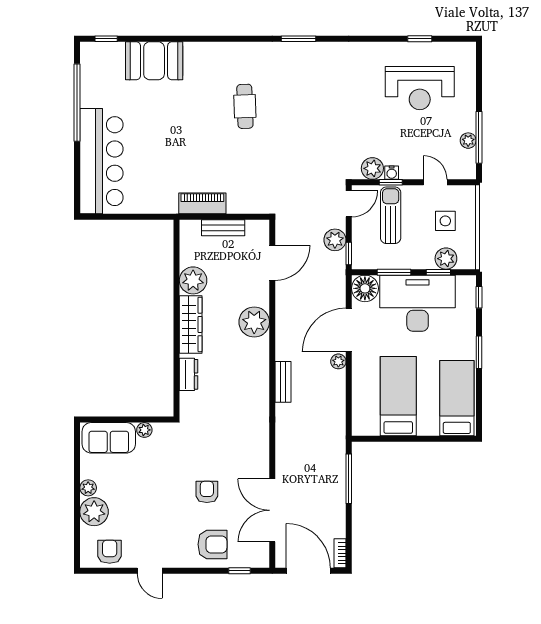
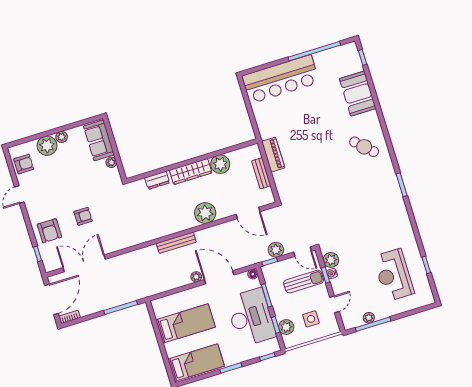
cafe table: (245, 106) -> (364, 147), moved, turned 46
floor lamp: (365, 288) -> (253, 274), width x0.53, depth x0.53
bench: (283, 382) -> (176, 243), width x1.36

